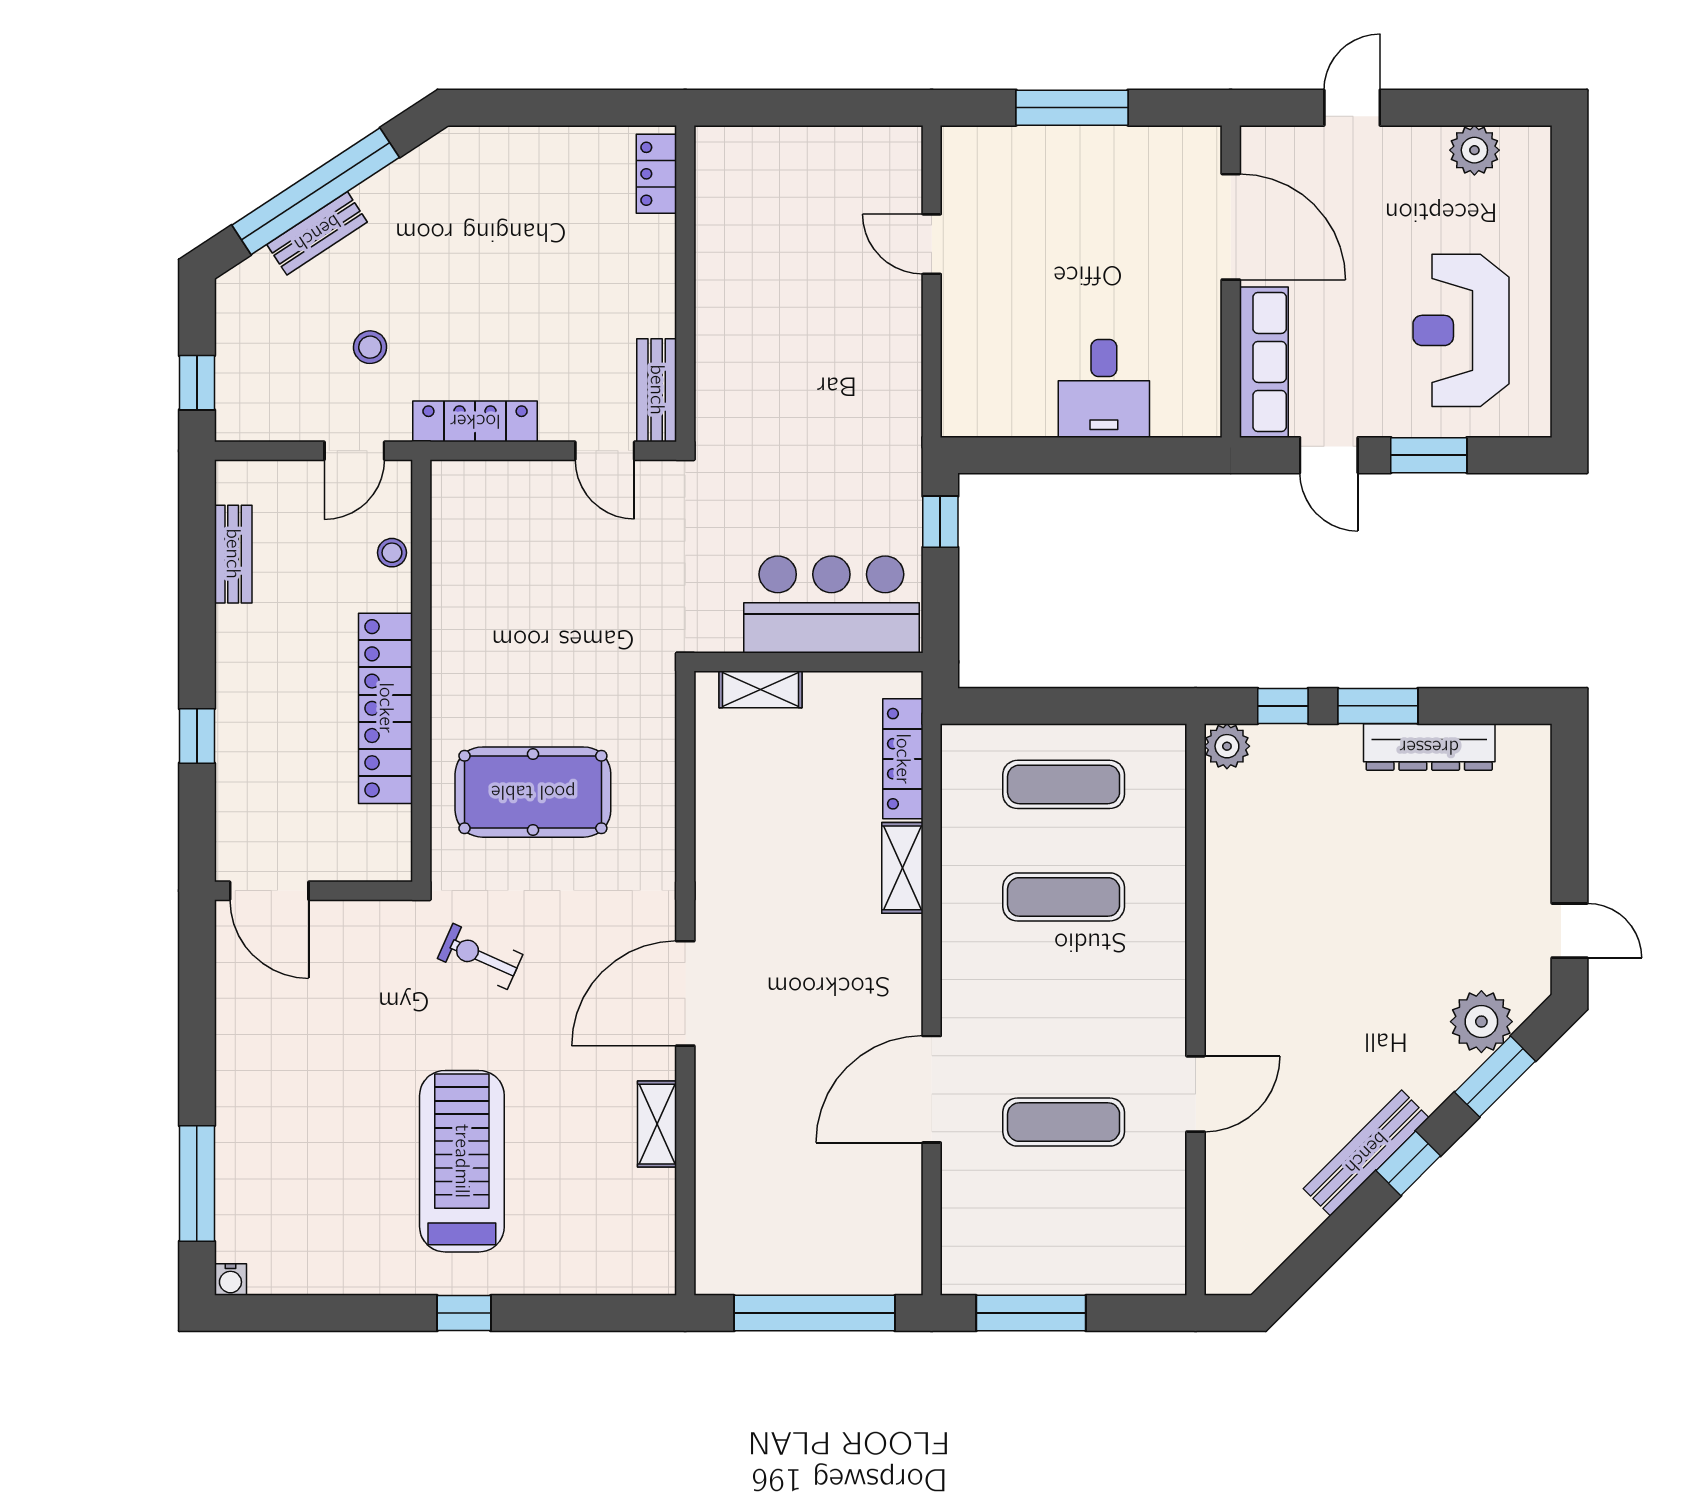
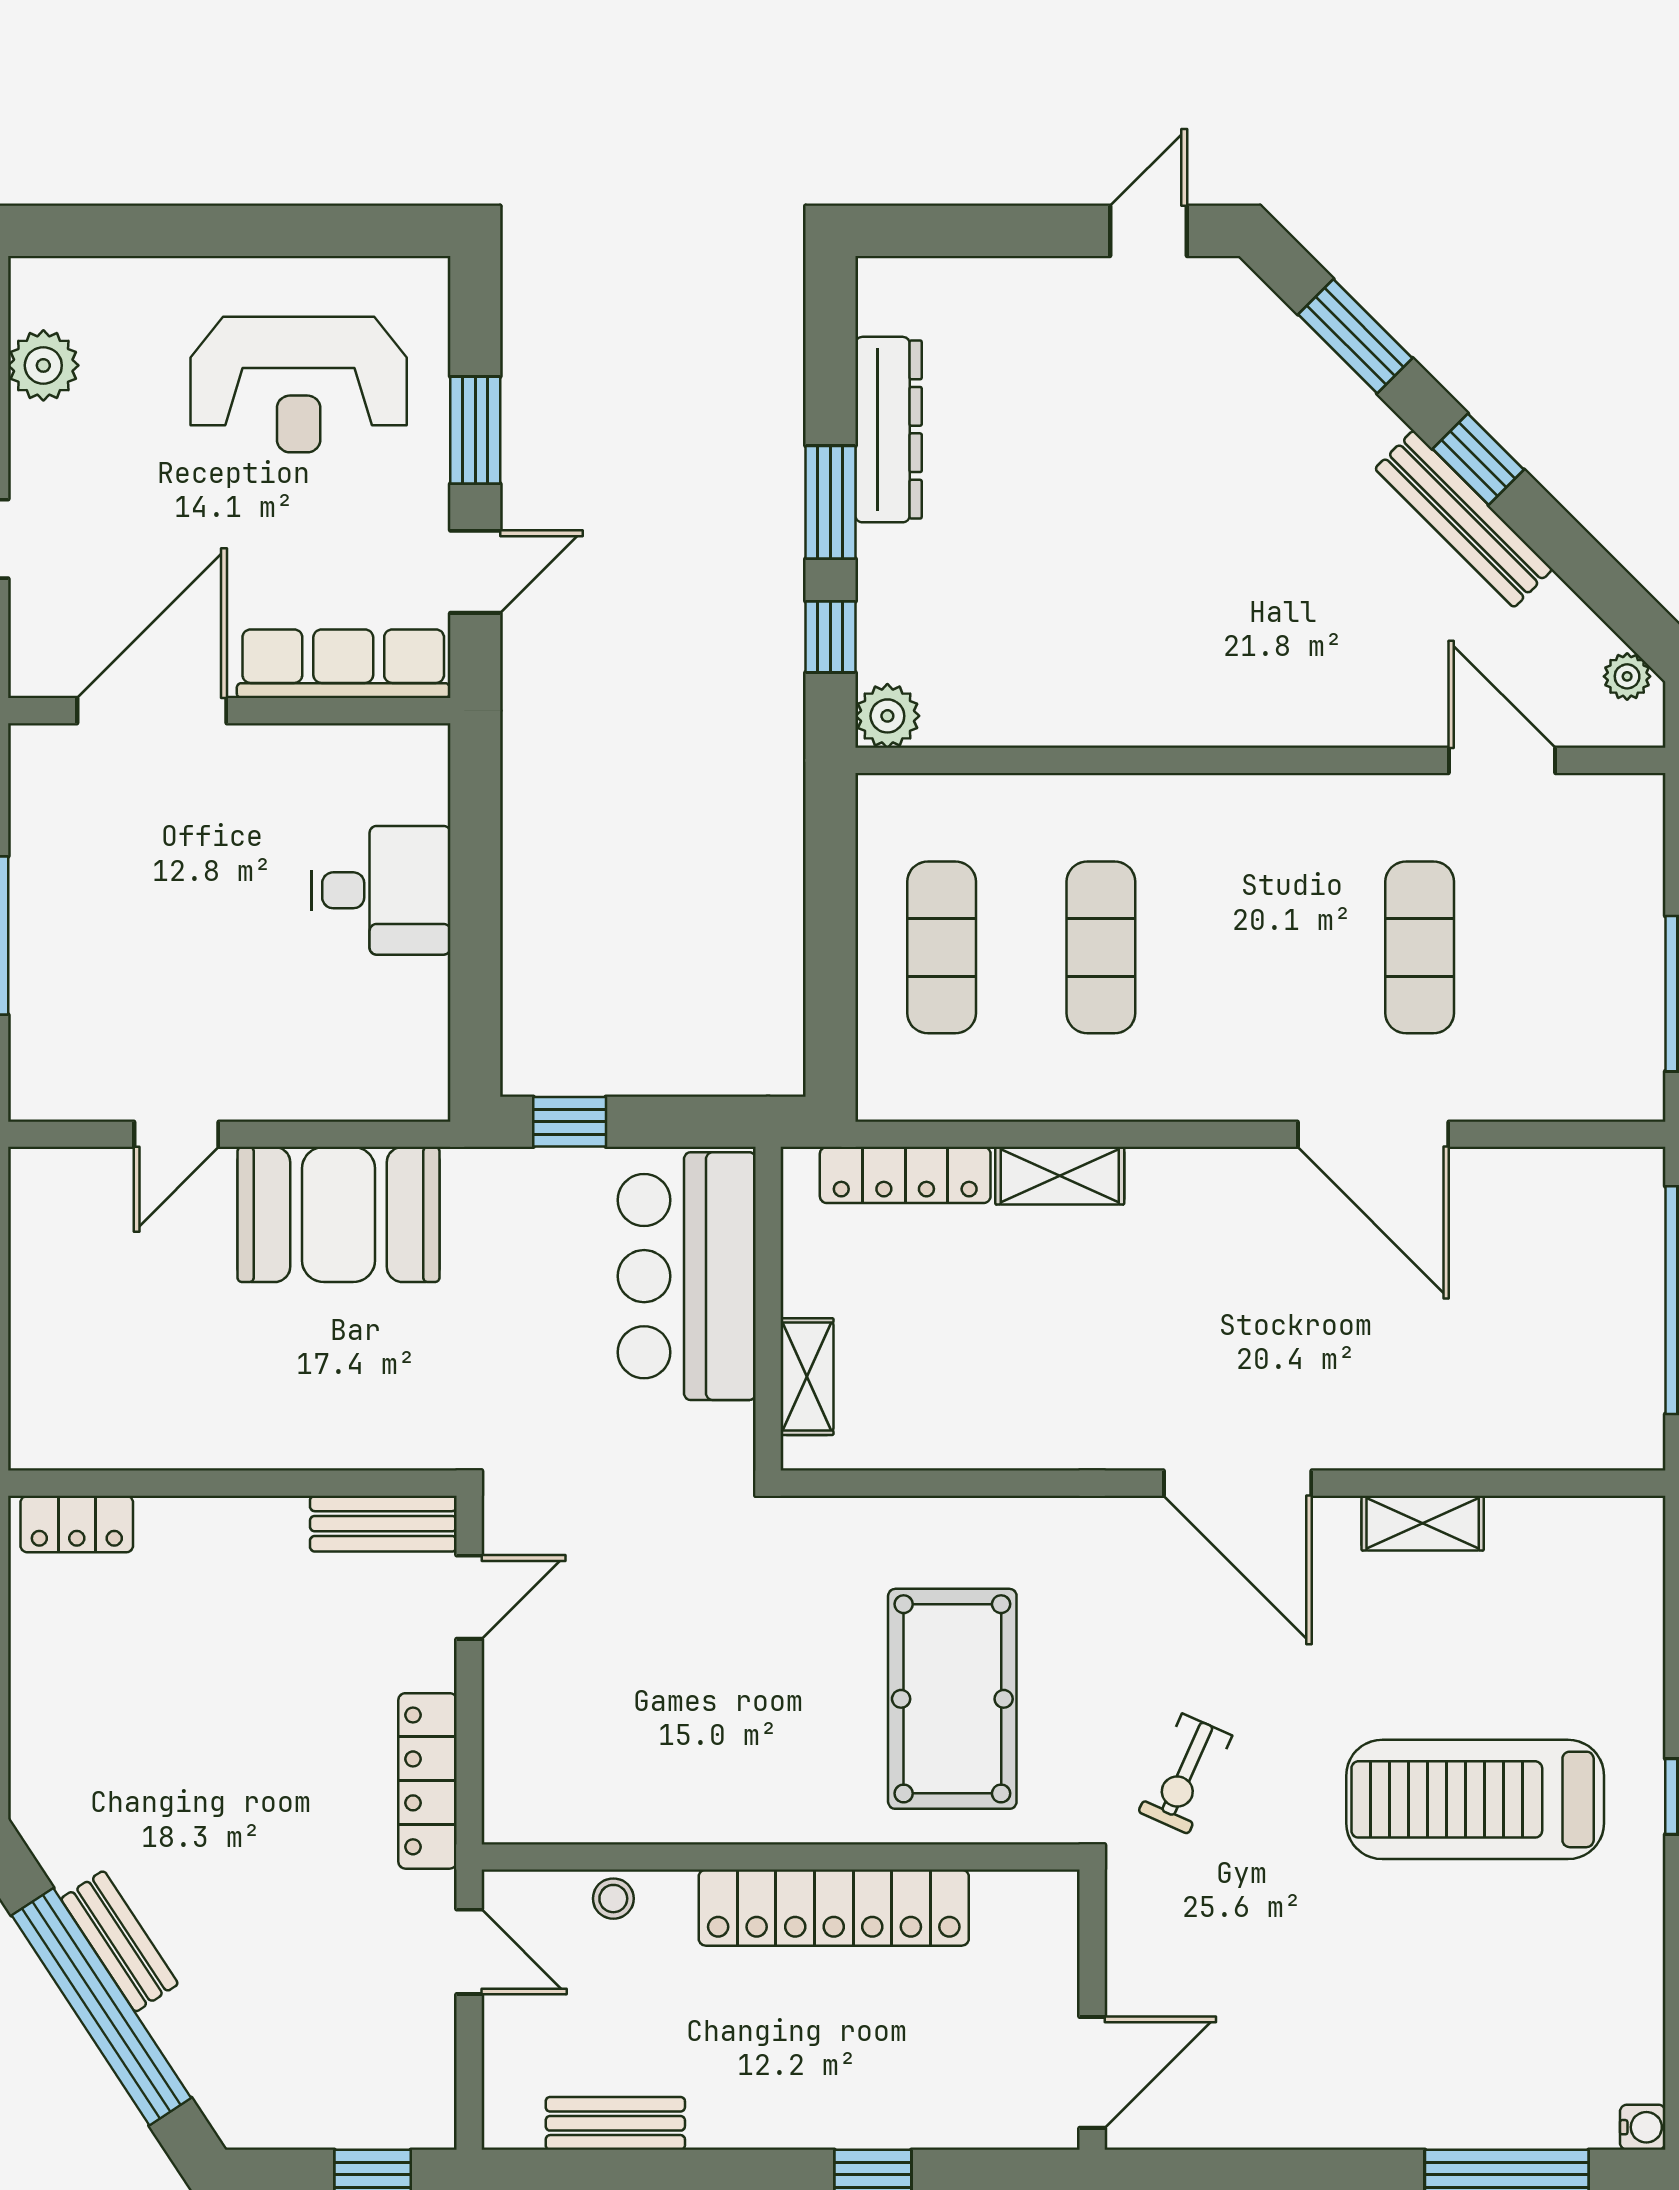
bench: (317, 233) -> (119, 1941), moved
stool: (370, 347) -> (322, 1930), removed
booth: (875, 359) -> (339, 1214), added
plant: (1481, 1022) -> (1627, 676), moved, width x0.53, depth x0.53
door: (1196, 1094) -> (1502, 760), moved

